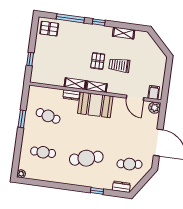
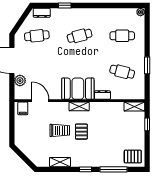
shelving: (75, 84) -> (134, 107), moved
plant: (155, 108) -> (20, 81), moved
cafe table: (86, 158) -> (80, 36), width x0.73, depth x0.74

